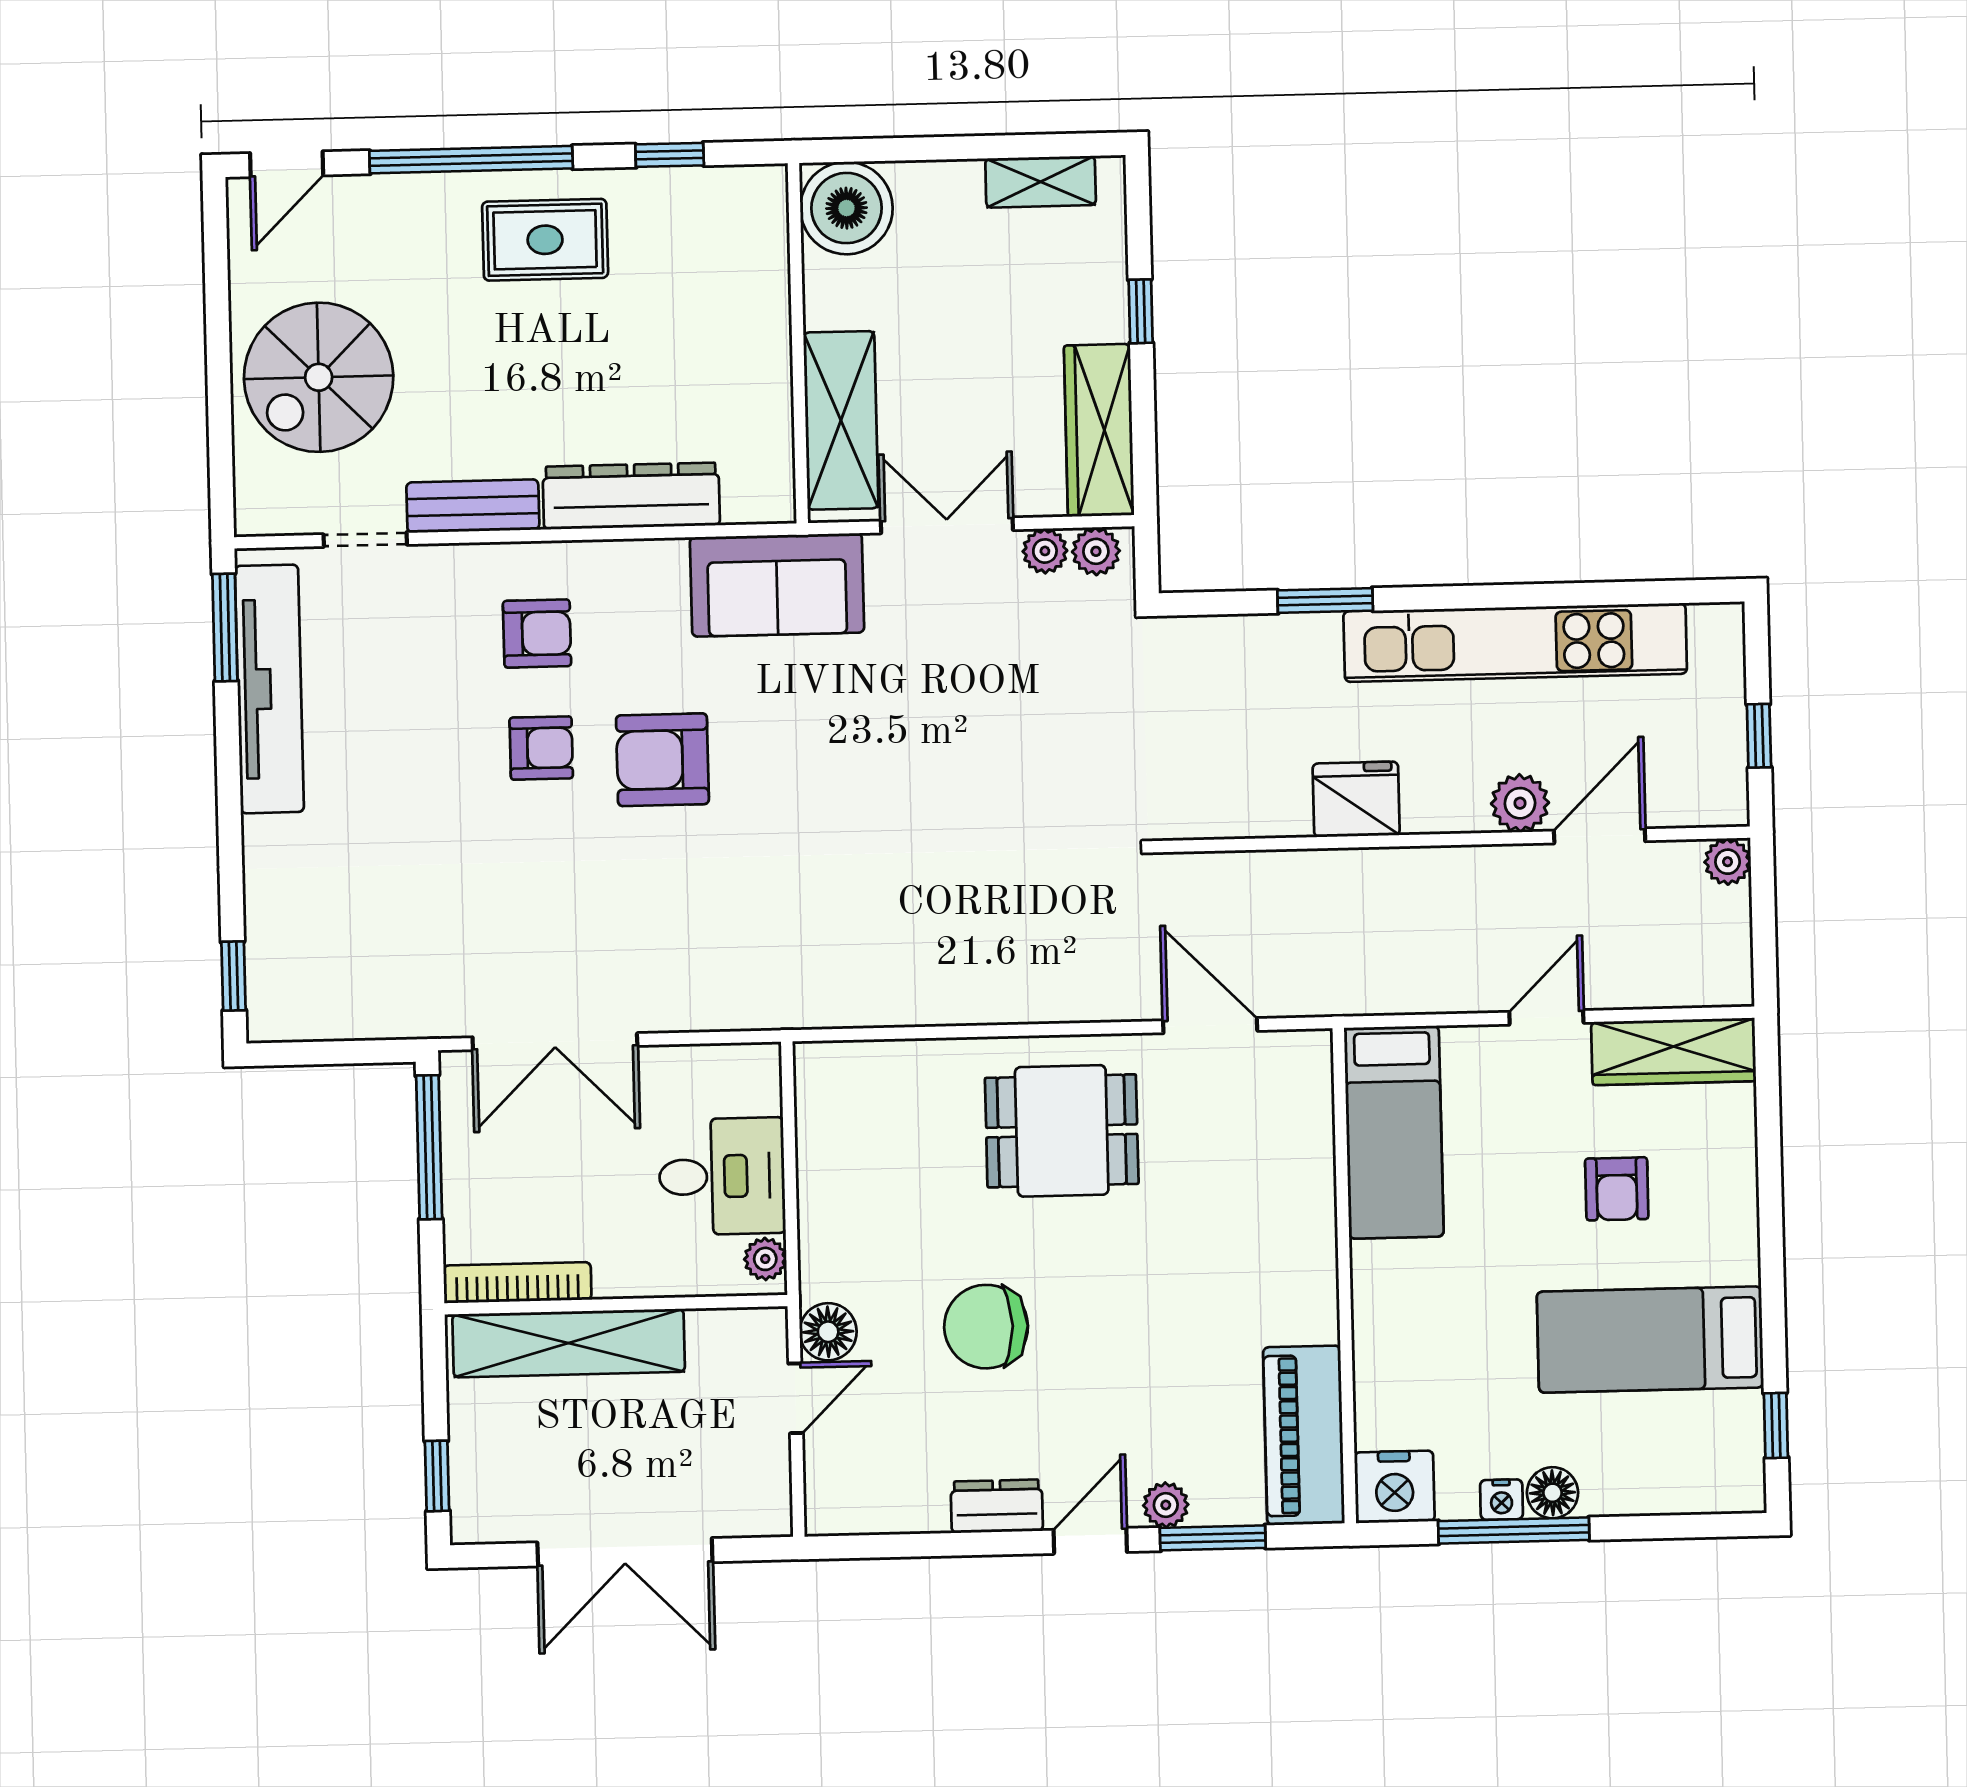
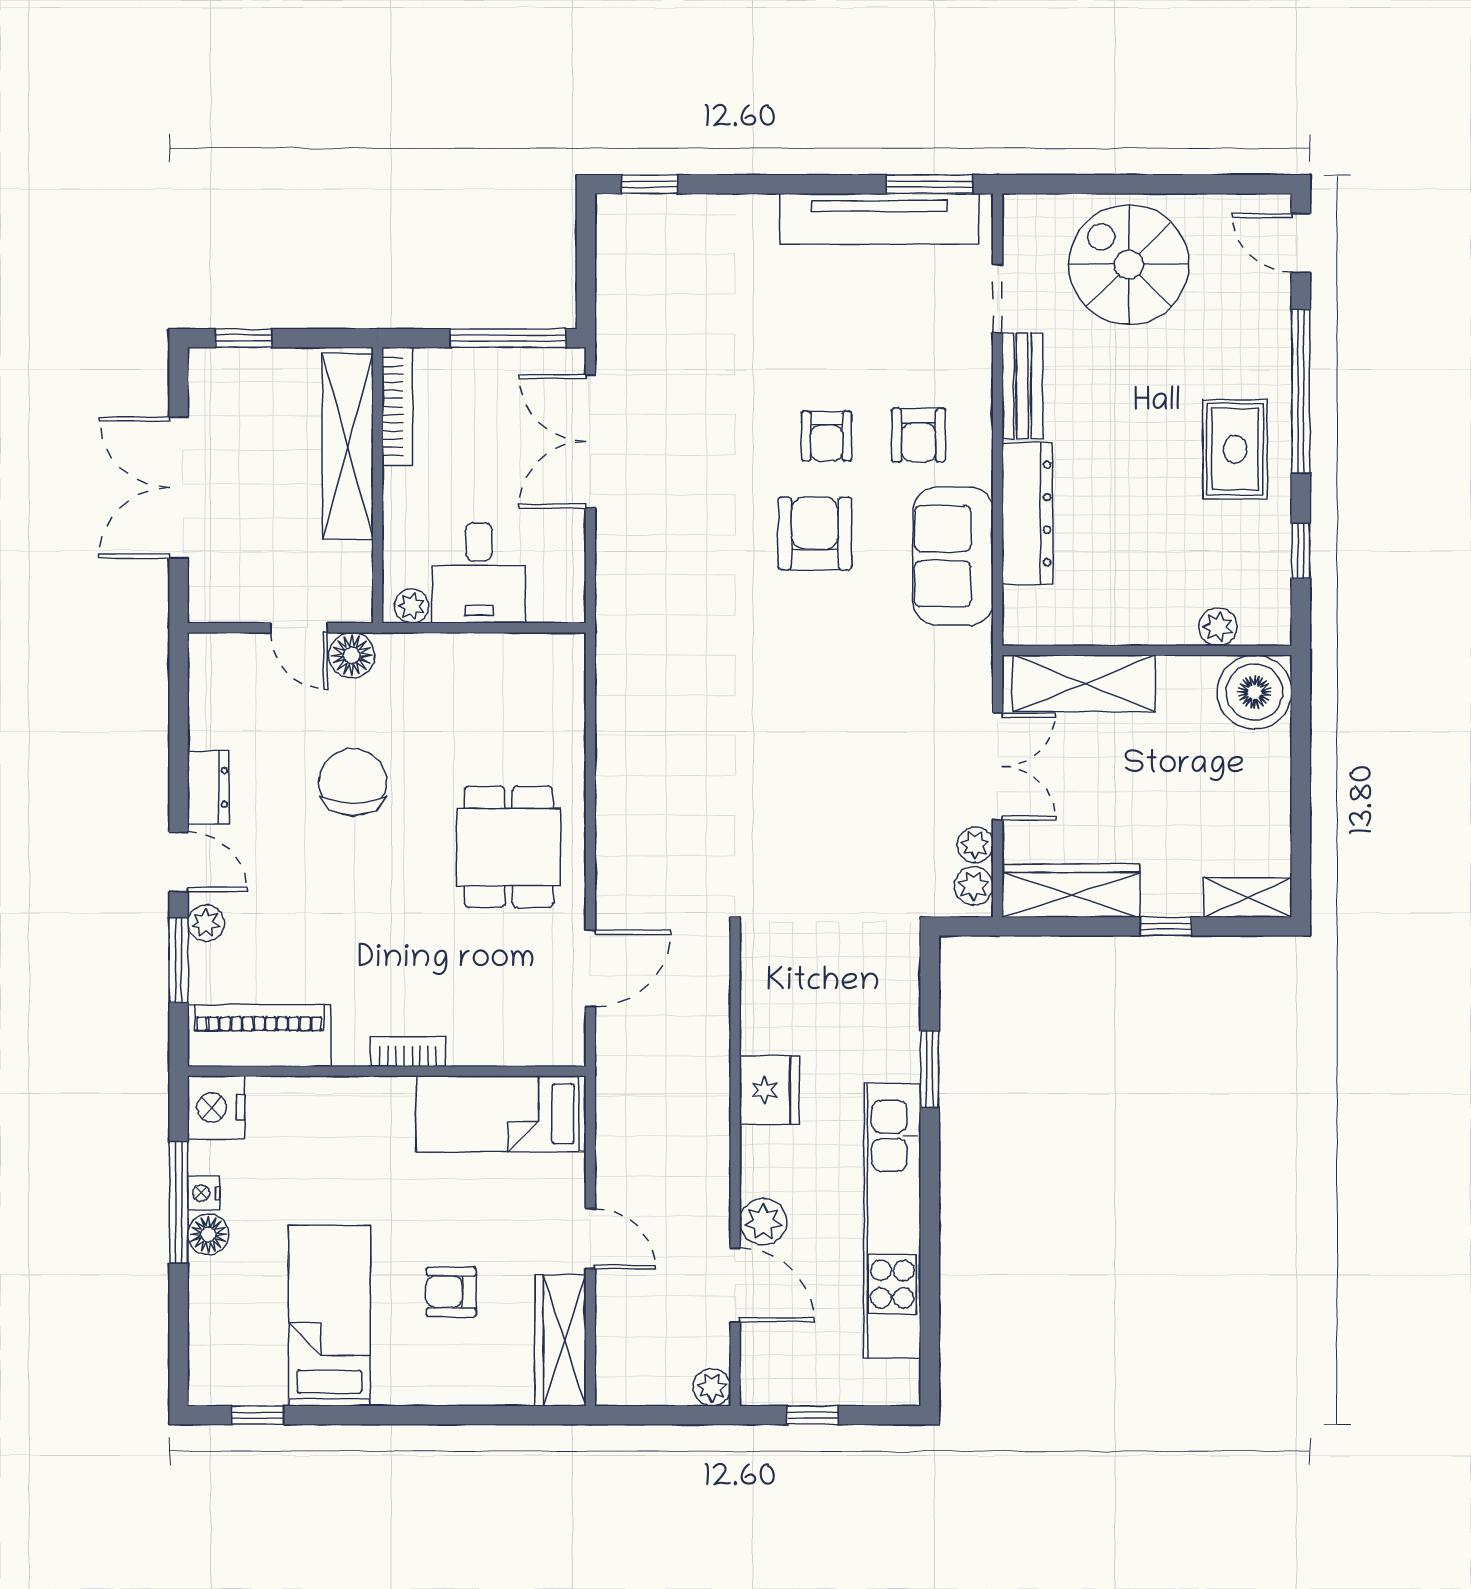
shelving: (1041, 182) -> (1248, 897), moved, turned 90
plant: (766, 256) -> (1218, 627), added
sofa: (777, 585) -> (953, 556), moved
bookcase: (1319, 1250) -> (408, 1052), added

